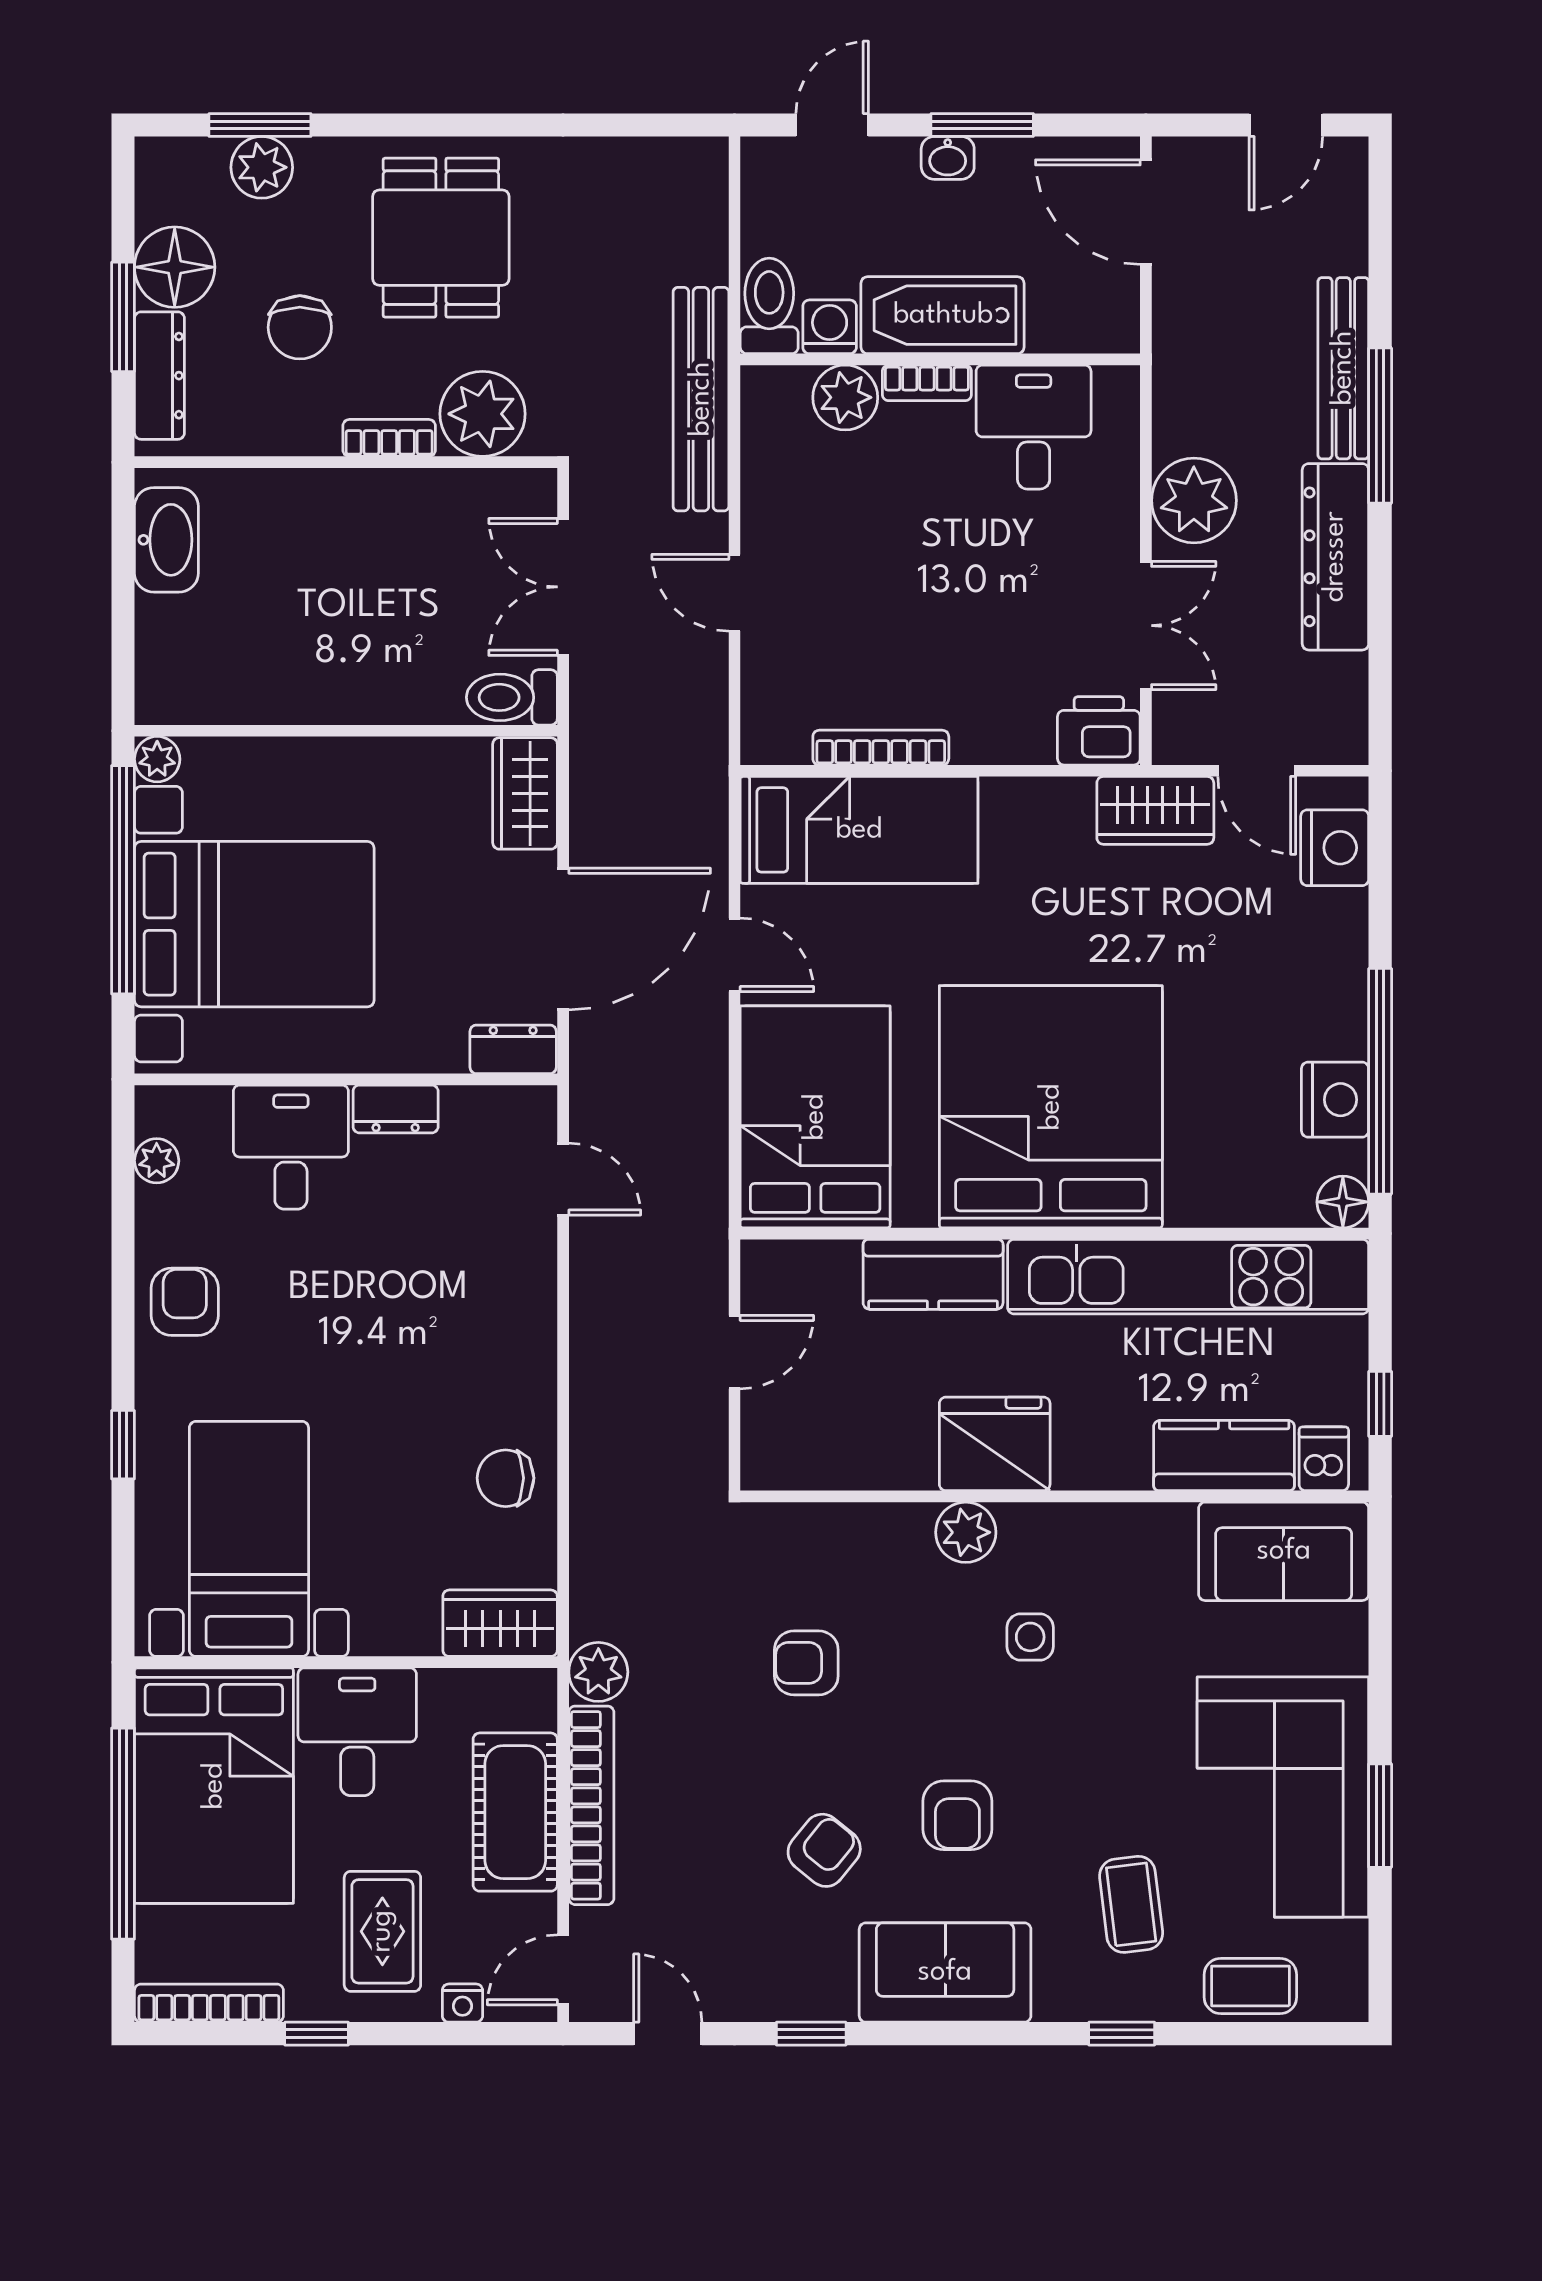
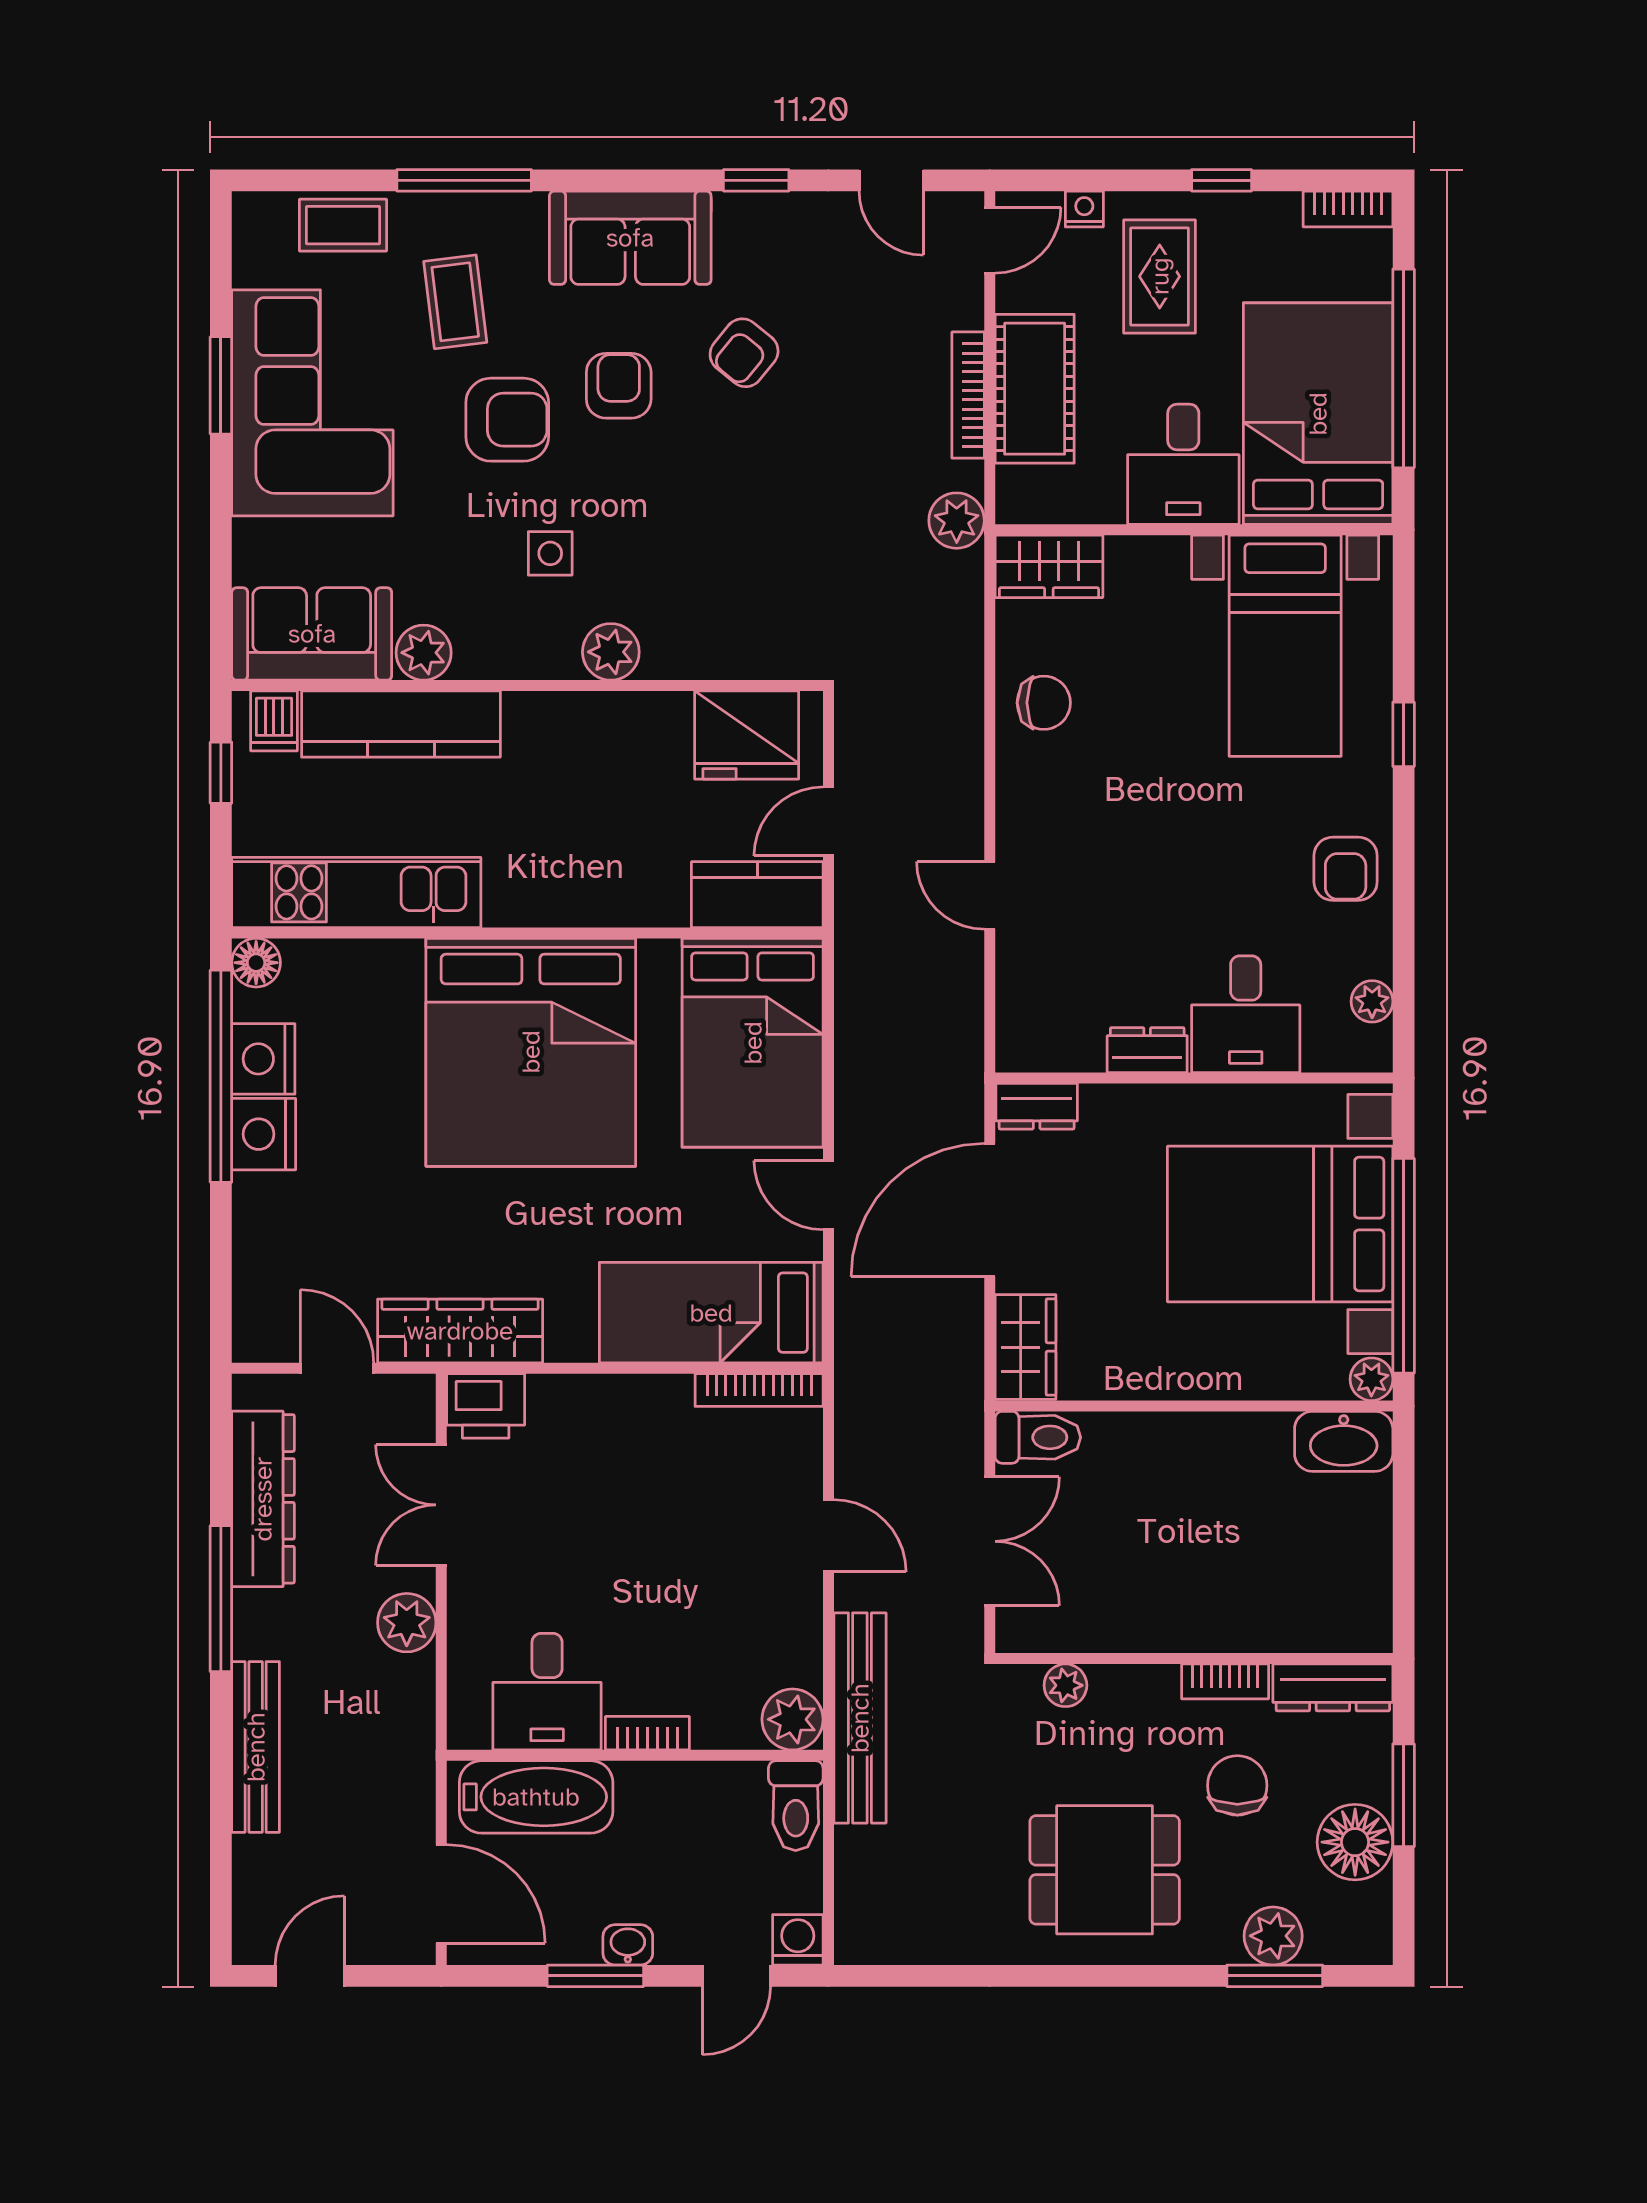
dining table: (441, 238) -> (1105, 1870), turned 90
bathtub: (943, 315) -> (536, 1797), moved
washing machine: (830, 327) -> (798, 1940), moved, turned 180
dresser: (159, 376) -> (1333, 1687), moved, turned -90
plant: (845, 397) -> (792, 1719), moved
plant: (483, 414) -> (1065, 1685), width x0.53, depth x0.53
window: (1380, 426) -> (221, 1599), moved
bookcase: (389, 438) -> (1225, 1681), moved
plant: (1194, 500) -> (407, 1623), width x0.73, depth x0.73
washbasin: (166, 540) -> (1344, 1441), moved, turned -90
dresser: (1335, 557) -> (263, 1499), moved
bookcase: (881, 748) -> (759, 1390), moved
wardrobe: (1155, 810) -> (460, 1331), width x1.50
nightstand: (1335, 848) -> (264, 1134), moved
door: (563, 1179) -> (990, 895), moved
kitchen counter: (933, 1274) -> (757, 895), moved
kitchen unit: (1188, 1277) -> (356, 892), width x0.73
fridge: (995, 1444) -> (747, 735), moved
kitchen counter: (1224, 1456) -> (401, 724), width x1.50
plant: (1165, 1532) -> (424, 653), added
armchair: (806, 1663) -> (507, 420), moved, width x1.38, depth x1.38
bookcase: (591, 1805) -> (968, 395), width x0.68, depth x0.76
bookcase: (209, 2003) -> (1348, 209), width x0.64
window: (1122, 2034) -> (464, 180), width x2.17

